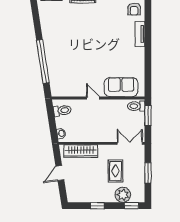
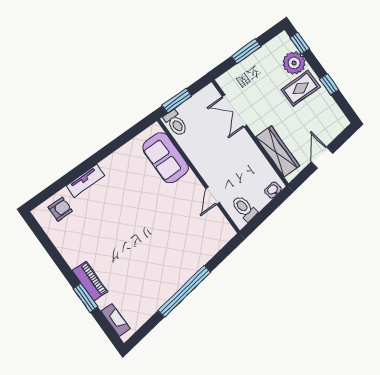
window: (43, 61) -> (184, 291), moved
door: (93, 98) -> (213, 196), moved
double door: (130, 143) -> (235, 111), moved
rug: (115, 171) -> (300, 88), moved
door: (60, 173) -> (322, 158), swing flipped

